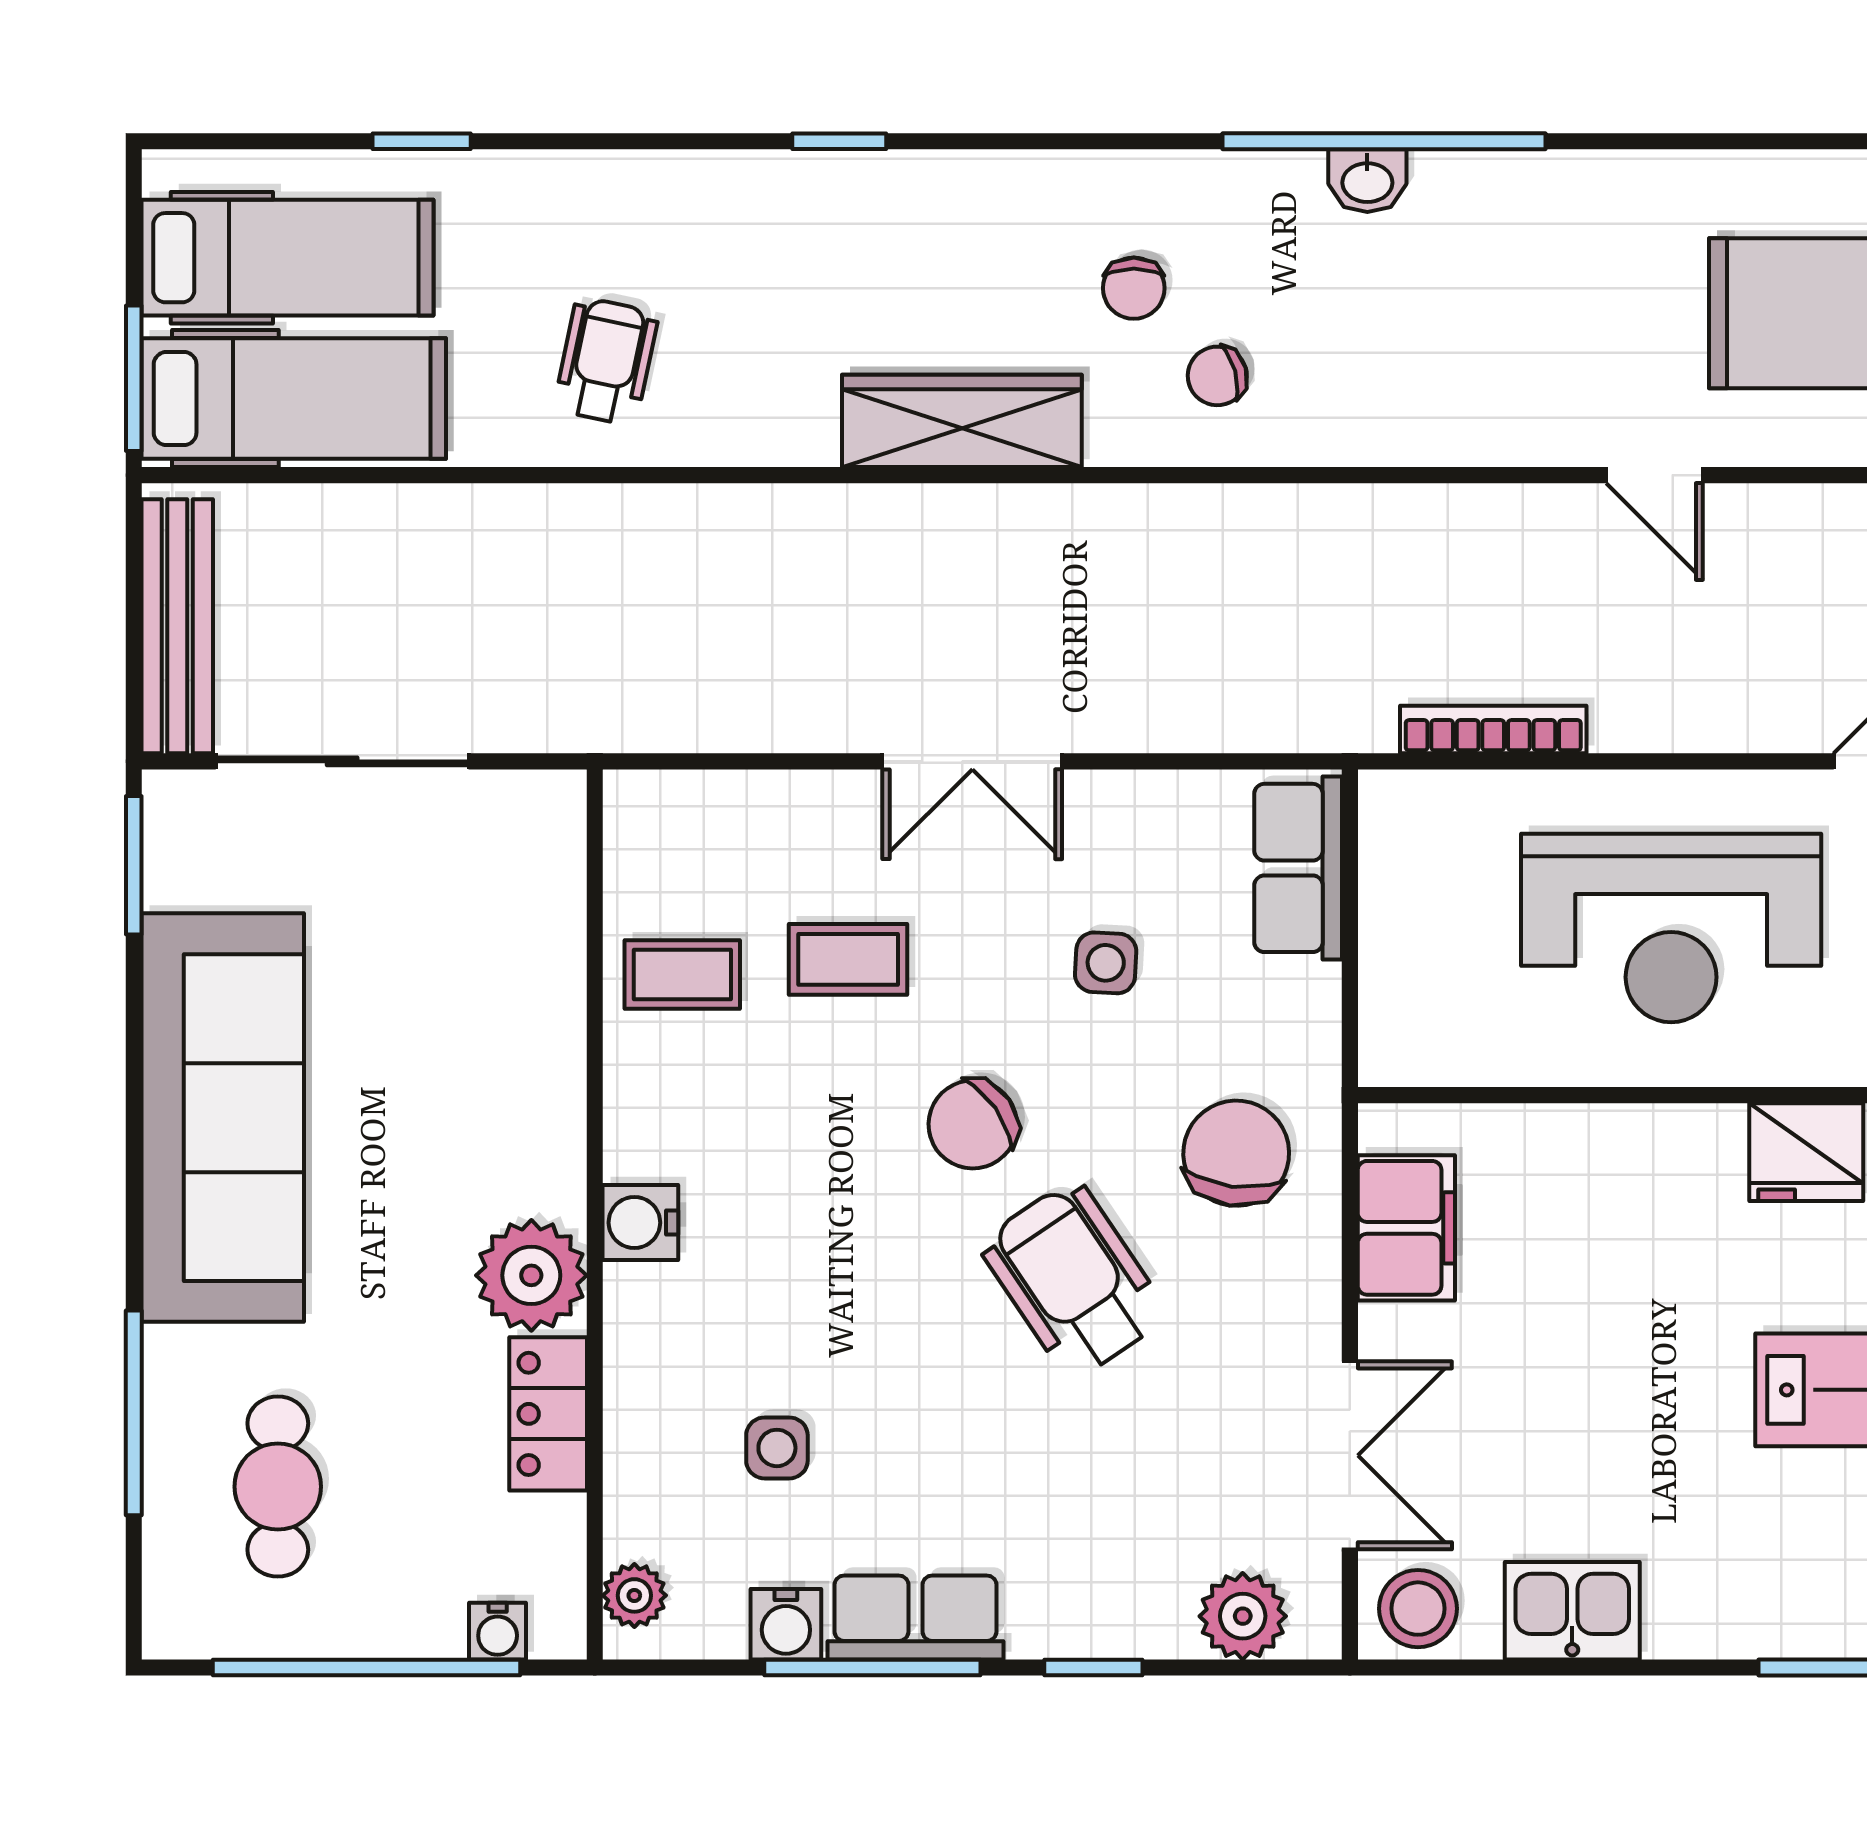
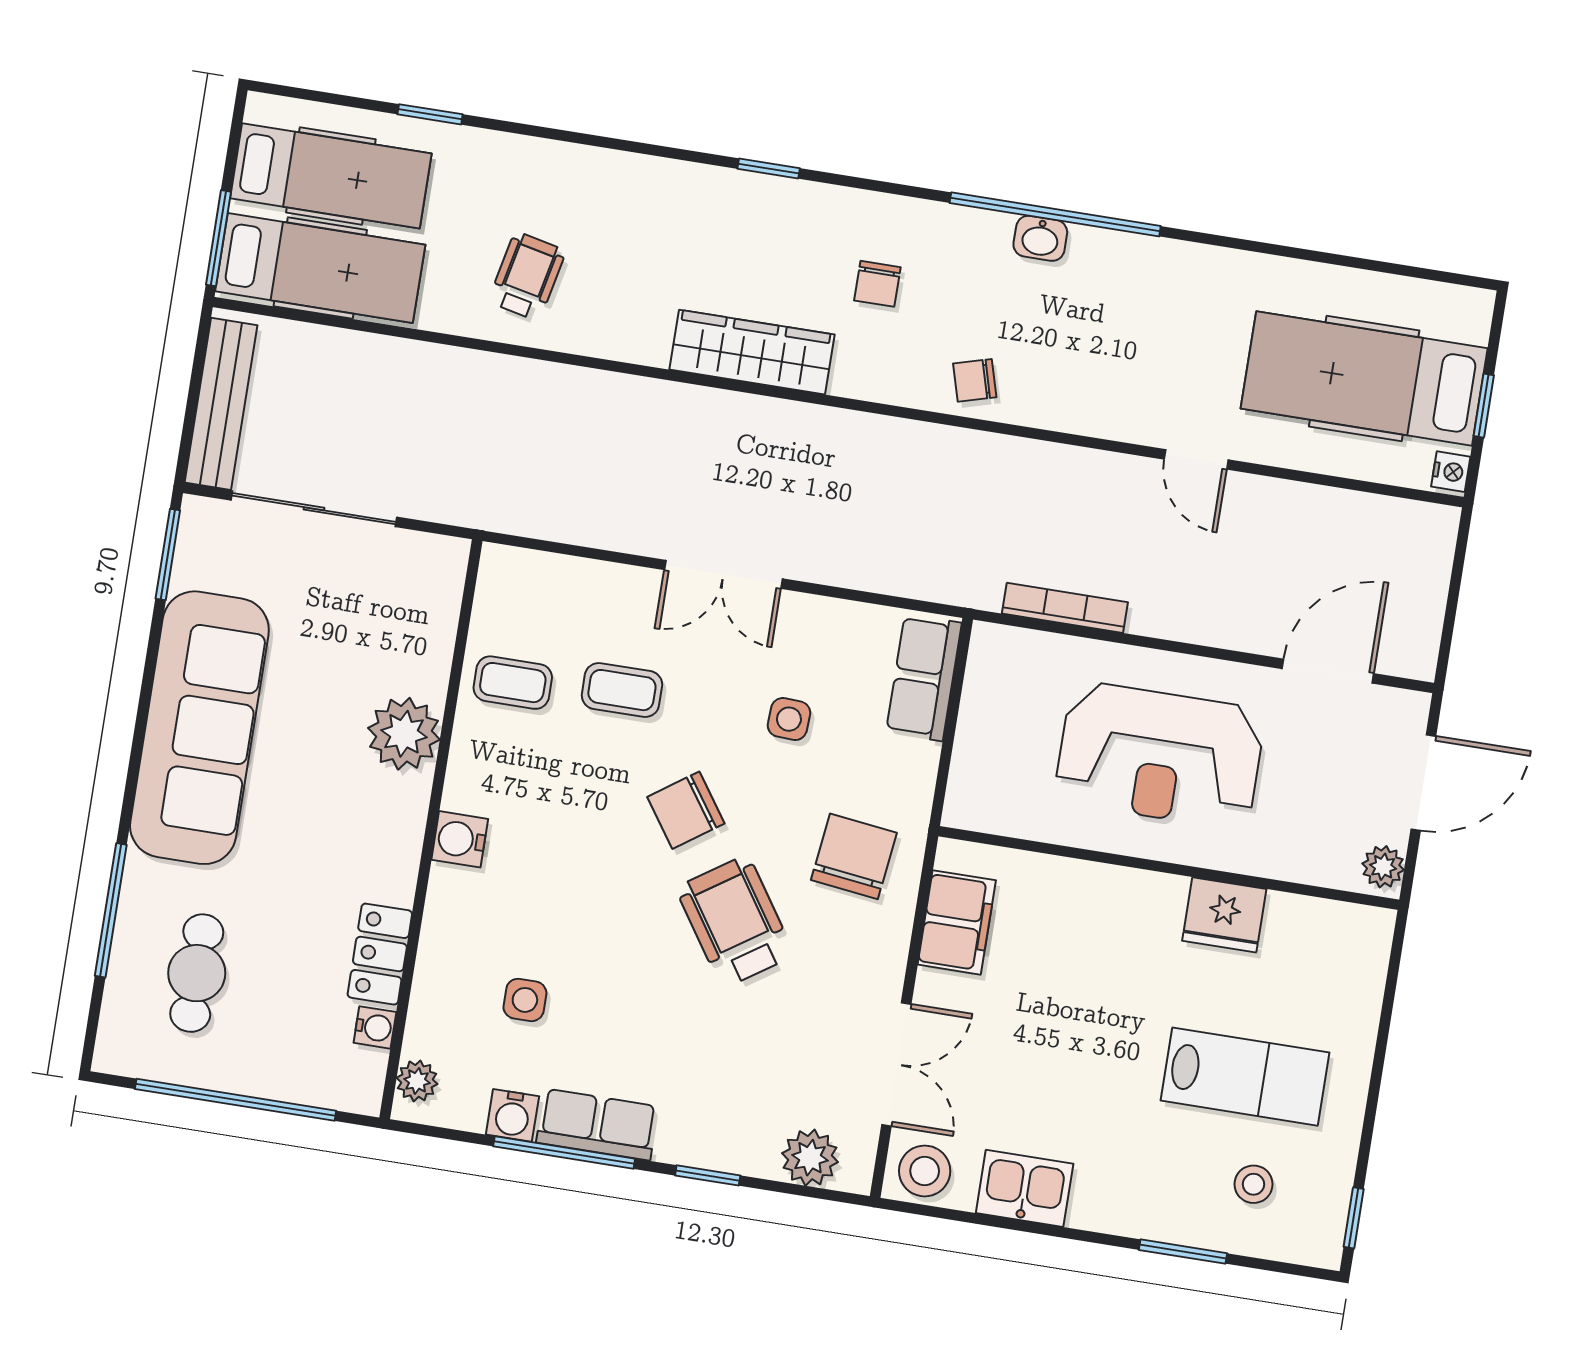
window: (839, 141) -> (769, 169), moved
chair: (1217, 376) -> (975, 380), moved
plant: (531, 1275) -> (404, 734), moved
water cooler: (498, 1631) -> (375, 1027), moved, turned -90

